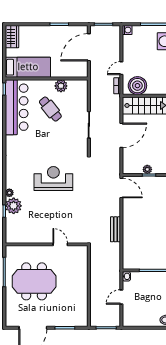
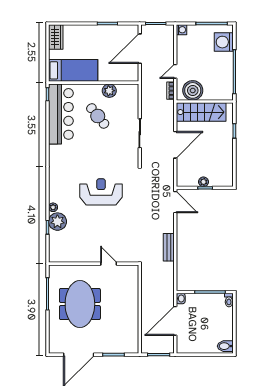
meeting table: (34, 281) -> (80, 304), turned 90
door: (121, 297) -> (175, 321), width x1.87

